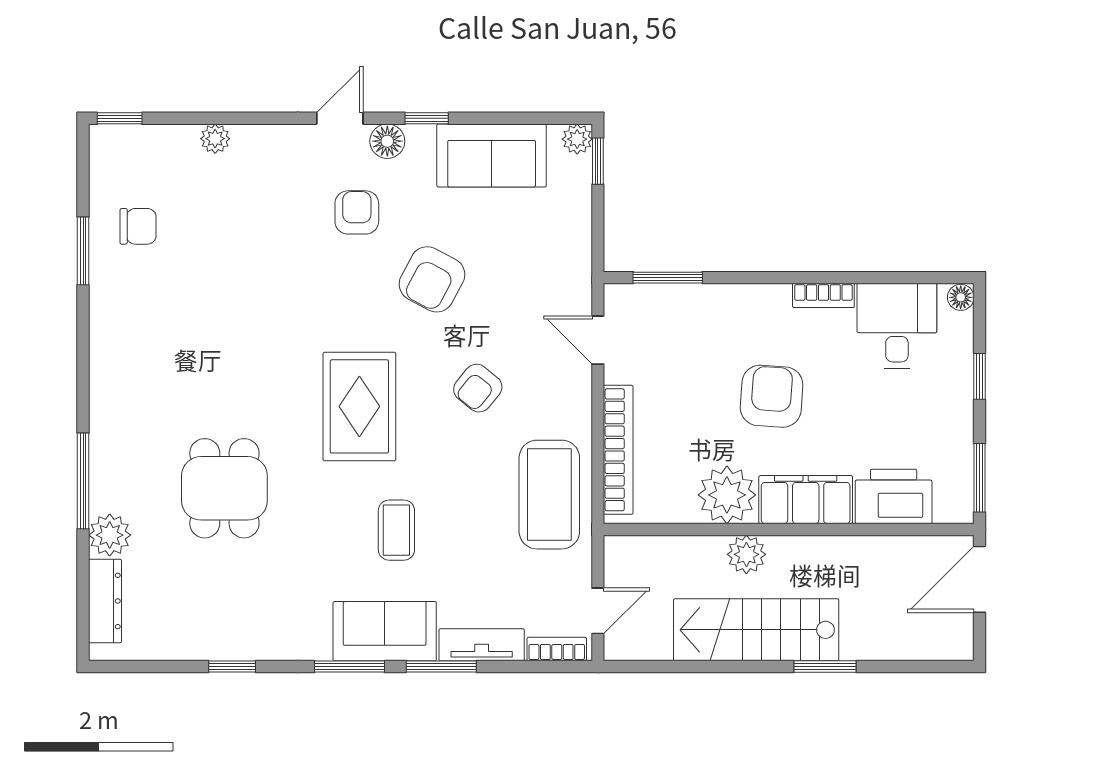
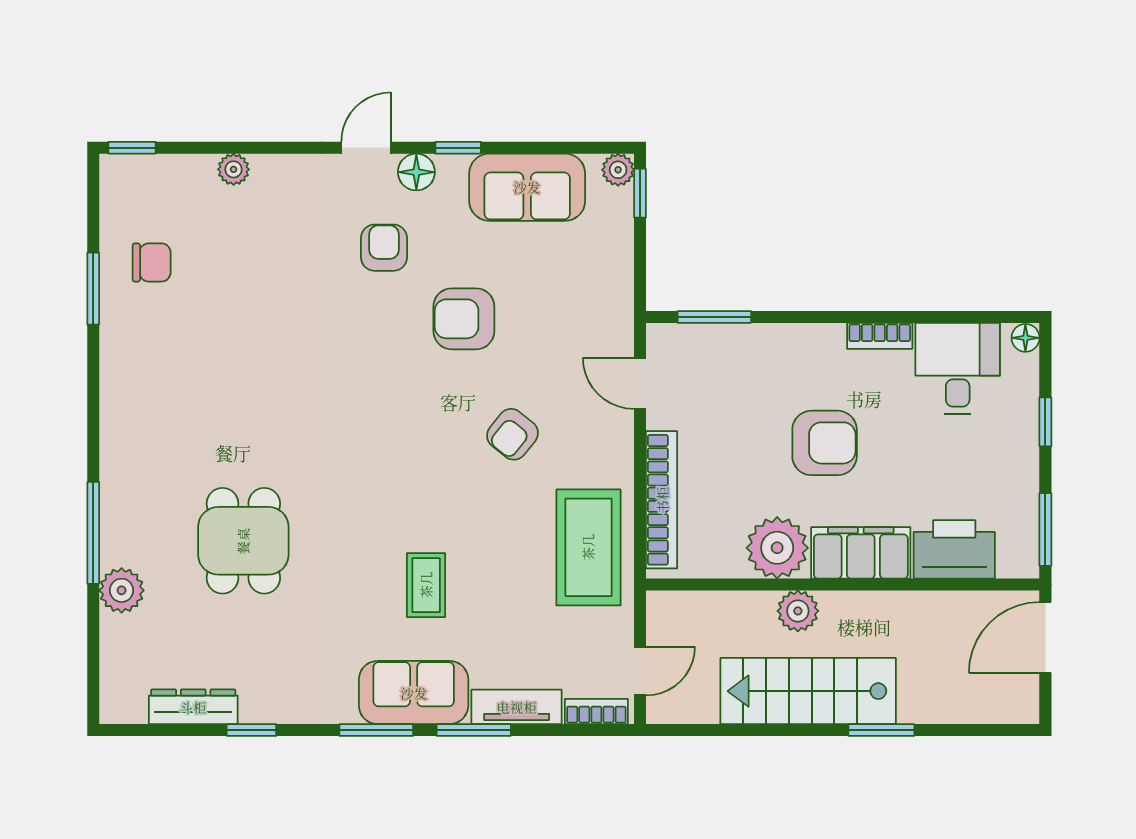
armchair: (432, 279) -> (464, 319), turned 62
armchair: (772, 396) -> (825, 443), turned 86
rug: (359, 406) -> (387, 454), removed
dresser: (105, 601) -> (193, 707), moved, turned -90

